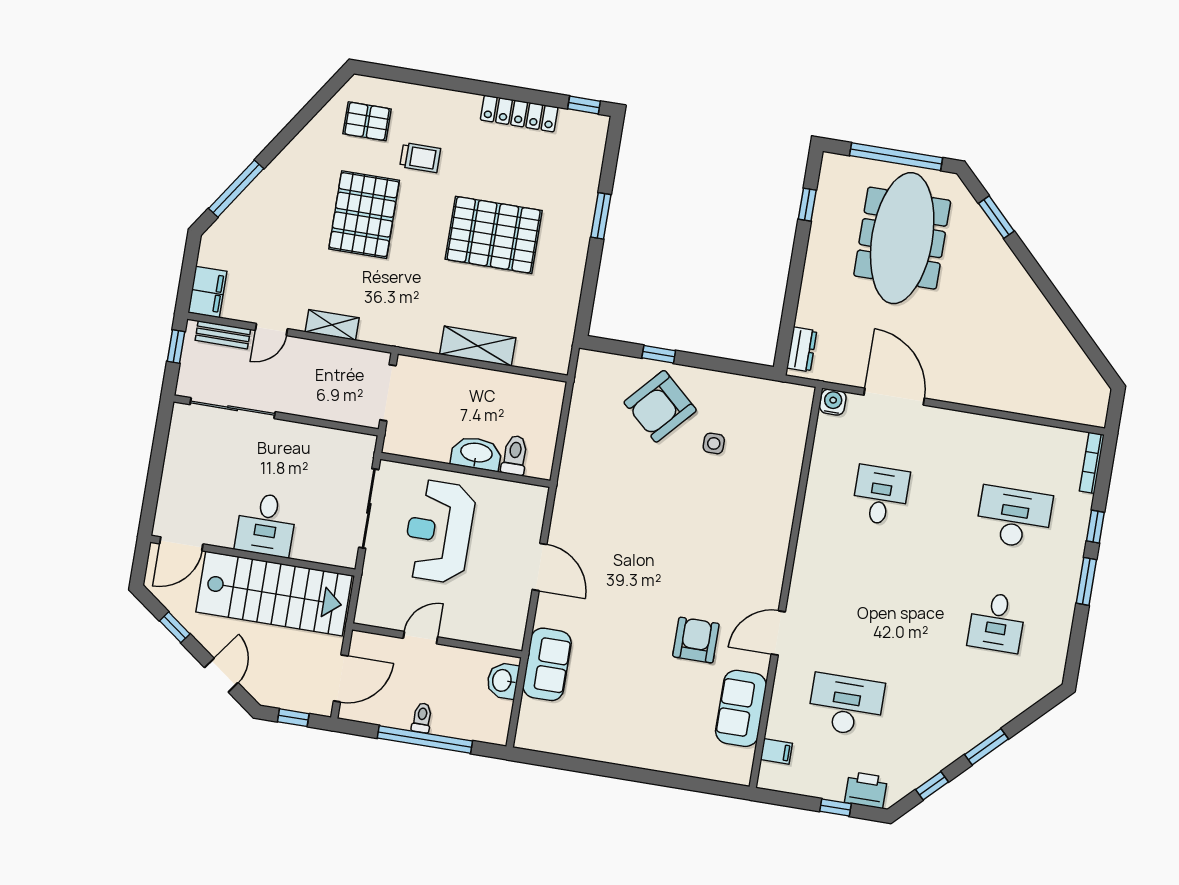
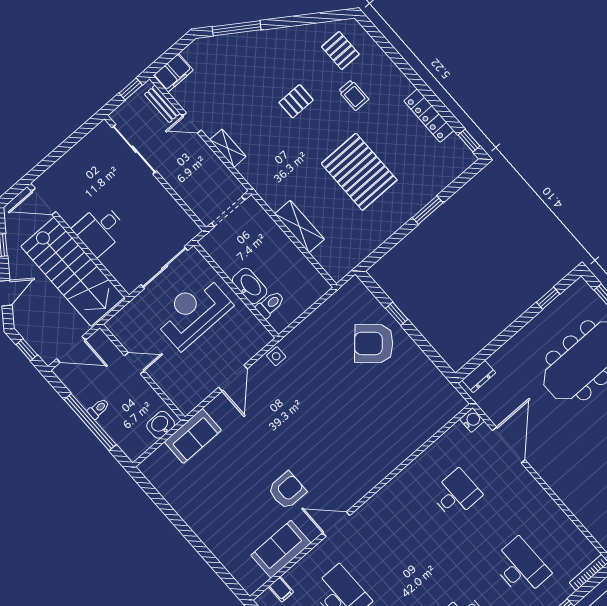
pallet: (364, 215) -> (296, 101), width x0.49, depth x0.50
side table: (714, 443) -> (276, 356), moved

